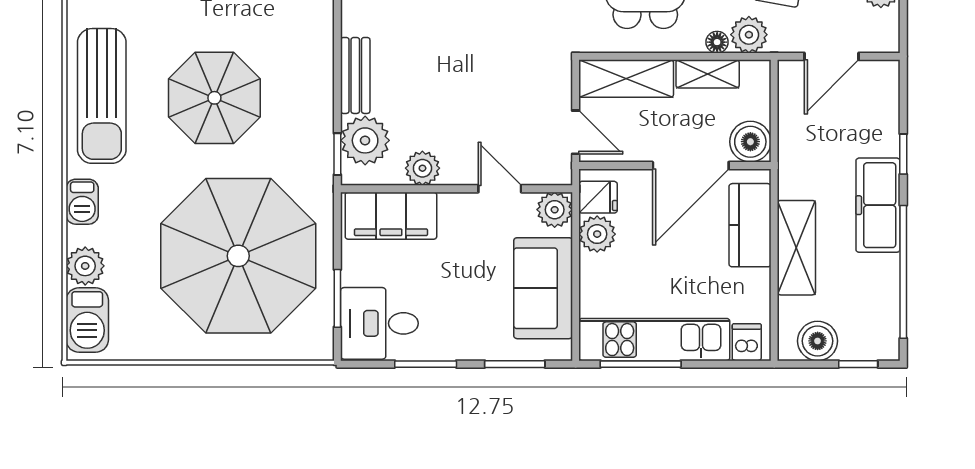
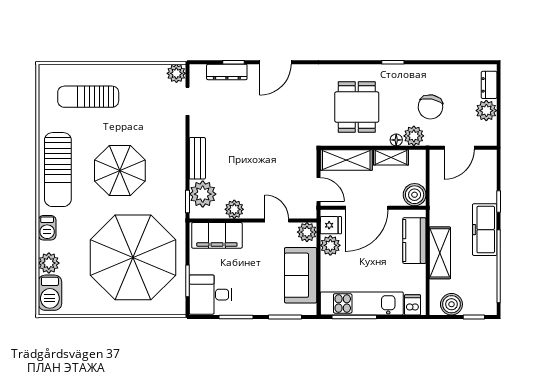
door: (691, 166) -> (367, 208), moved

